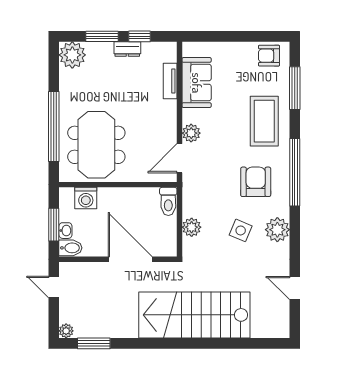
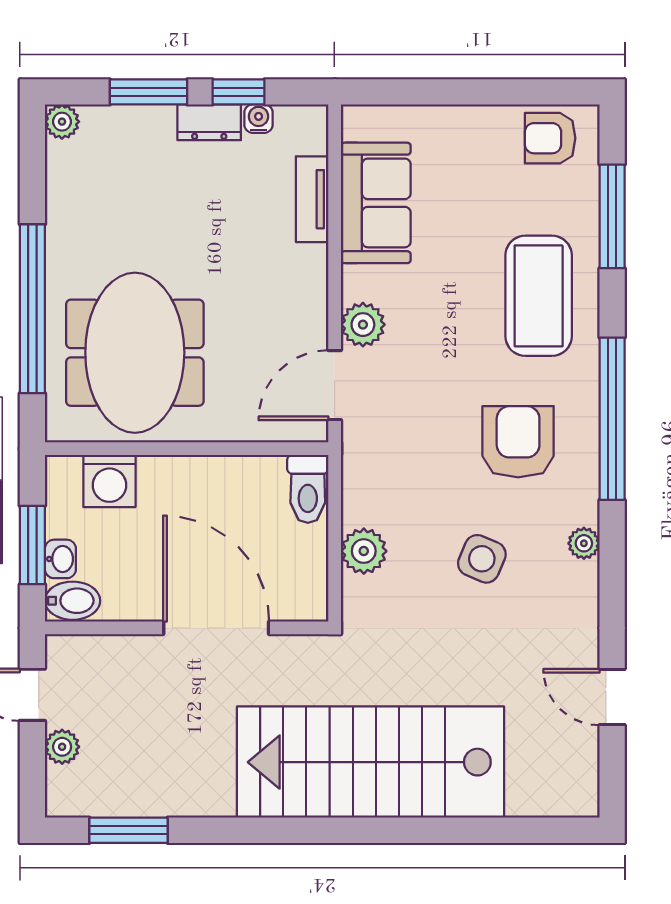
water cooler: (148, 47) -> (259, 119), added
plant: (72, 55) -> (62, 122), width x0.53, depth x0.53
plant: (277, 230) -> (584, 543), width x0.53, depth x0.53
plant: (66, 331) -> (62, 747), moved

